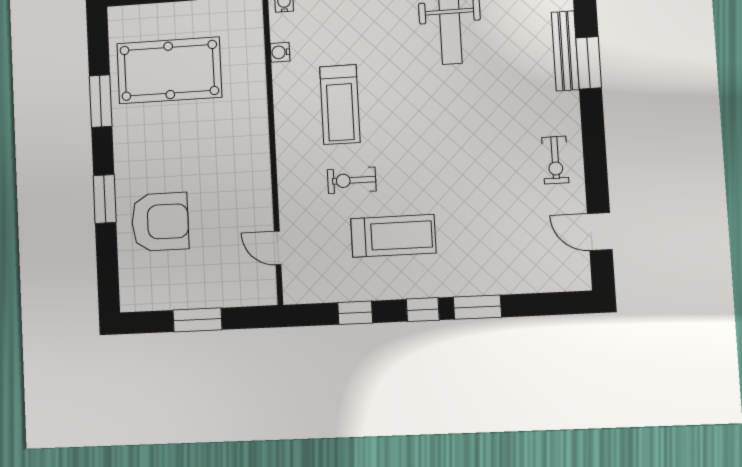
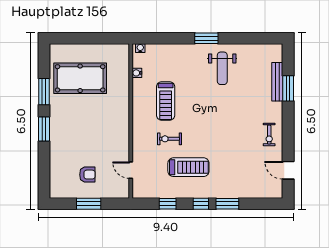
window: (105, 199) -> (44, 129), moved
armchair: (160, 222) -> (87, 175), moved, width x0.53, depth x0.53

